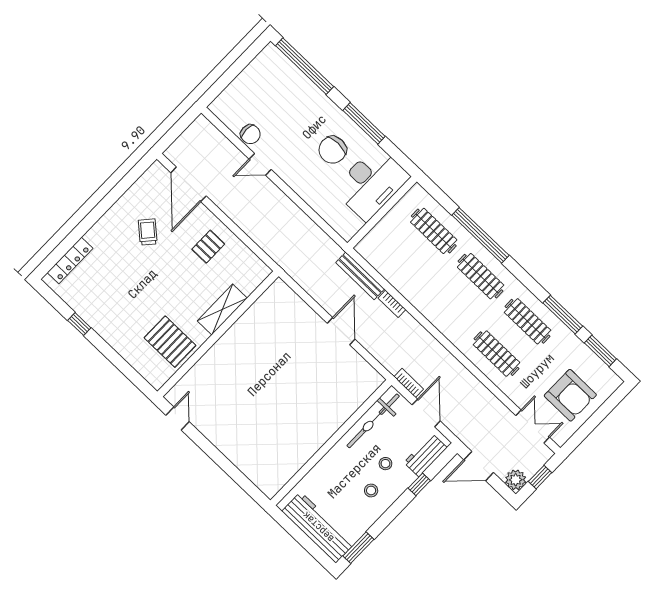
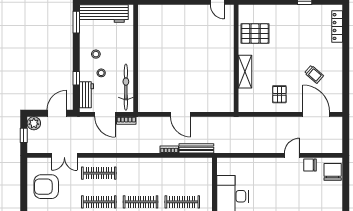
chair: (333, 150) -> (333, 172), moved
double door: (533, 426) -> (64, 155), moved

